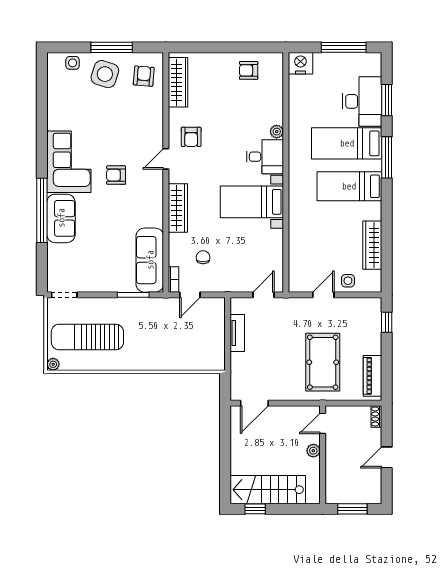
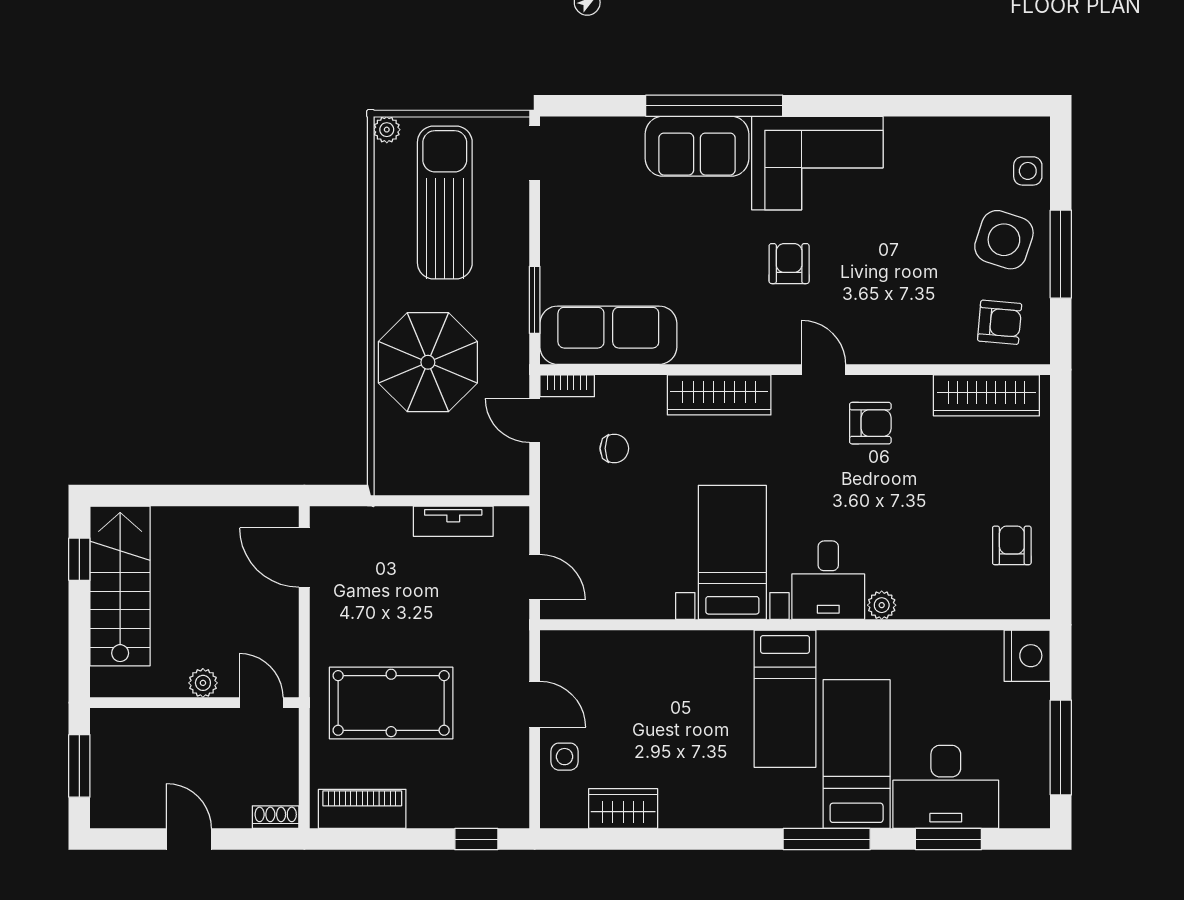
armchair: (191, 137) -> (870, 423), turned 180
bed: (349, 186) -> (785, 699), moved, turned 180
wardrobe: (372, 245) -> (623, 809), width x0.67
parasol: (163, 345) -> (428, 362), added

